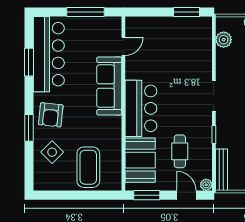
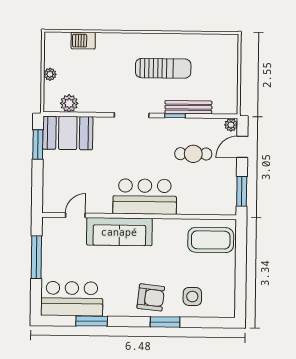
door: (123, 46) -> (75, 215), hinge flipped
bar counter: (49, 54) -> (72, 299), width x0.73
side table: (52, 152) -> (192, 296), turned 45
booth: (140, 160) -> (68, 133), moved
coffee table: (88, 167) -> (211, 240), moved
bench: (221, 170) -> (188, 107), moved

